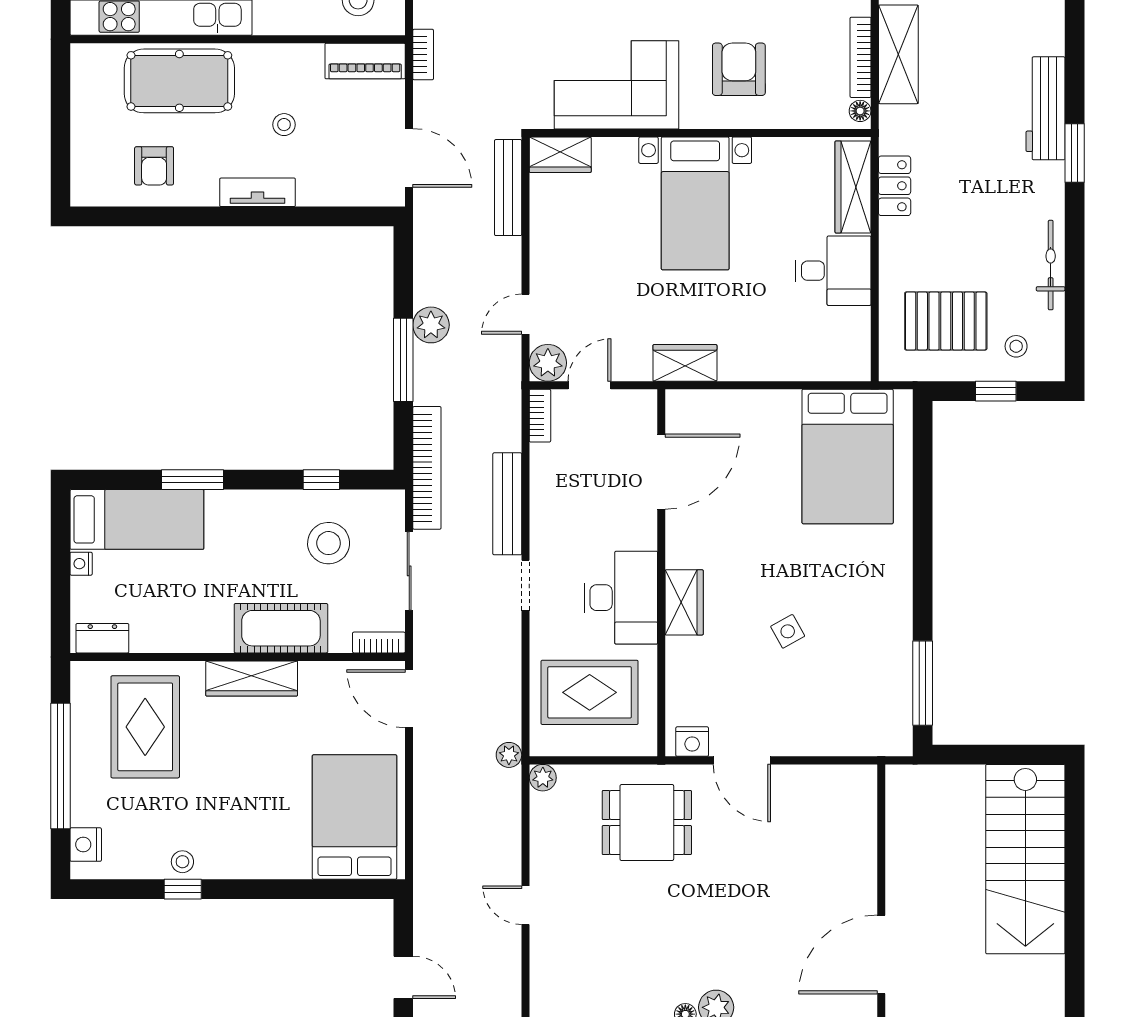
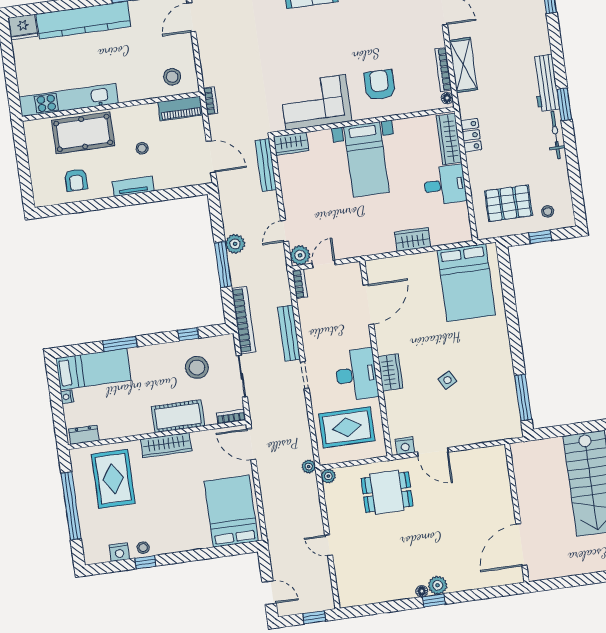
bicycle: (1051, 265) -> (556, 135), moved
wardrobe: (685, 363) -> (413, 239), moved
nightstand: (86, 845) -> (119, 552), moved, turned -90

